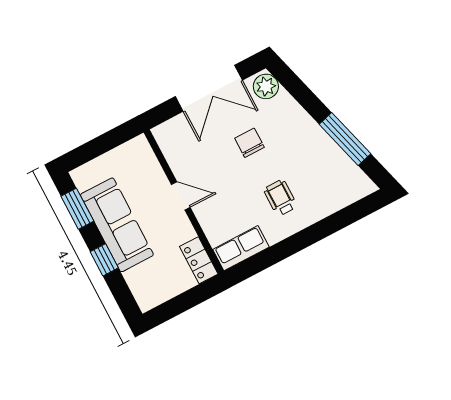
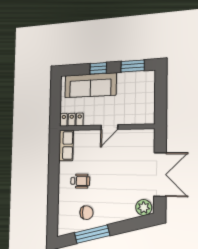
double door: (209, 88) -> (160, 174), swing flipped
chair: (250, 143) -> (86, 213), moved
sofa: (117, 225) -> (90, 85), moved

